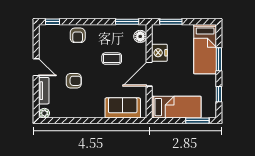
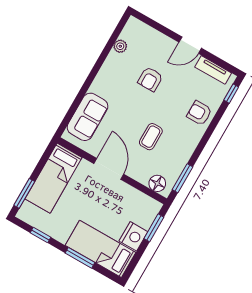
nightstand: (159, 53) -> (133, 236), moved, turned 90
tv unit: (44, 91) -> (213, 70), moved
plant: (44, 113) -> (120, 46), moved

